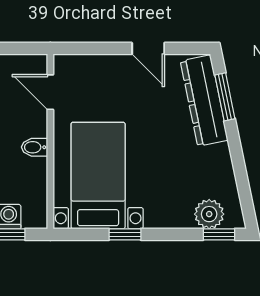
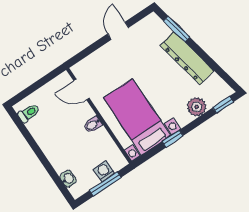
door: (148, 48) -> (118, 31), swing flipped
dresser: (204, 101) -> (187, 58), moved
plant: (209, 214) -> (197, 107), moved

